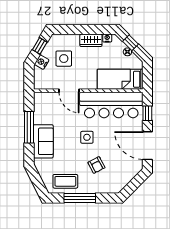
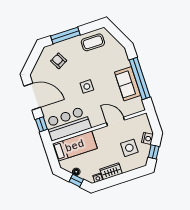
bar counter: (111, 105) -> (68, 124), width x0.73
window: (29, 127) -> (140, 78), width x1.46
sofa: (43, 141) -> (128, 84), moved
armchair: (96, 165) -> (59, 61), moved
window: (80, 198) -> (65, 35), moved

